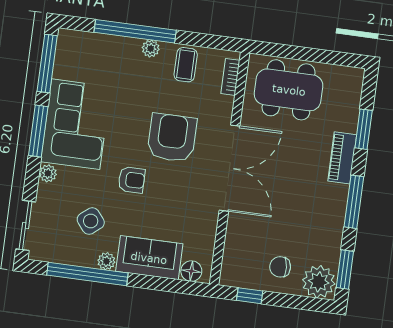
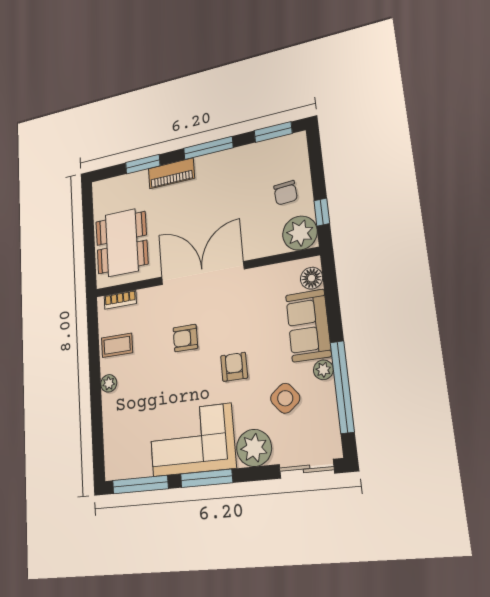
window: (135, 31) -> (96, 403), removed
armchair: (172, 138) -> (185, 338), width x0.53, depth x0.53
plant: (48, 173) -> (254, 448), width x1.88, depth x1.88
plant: (319, 282) -> (300, 233), moved

